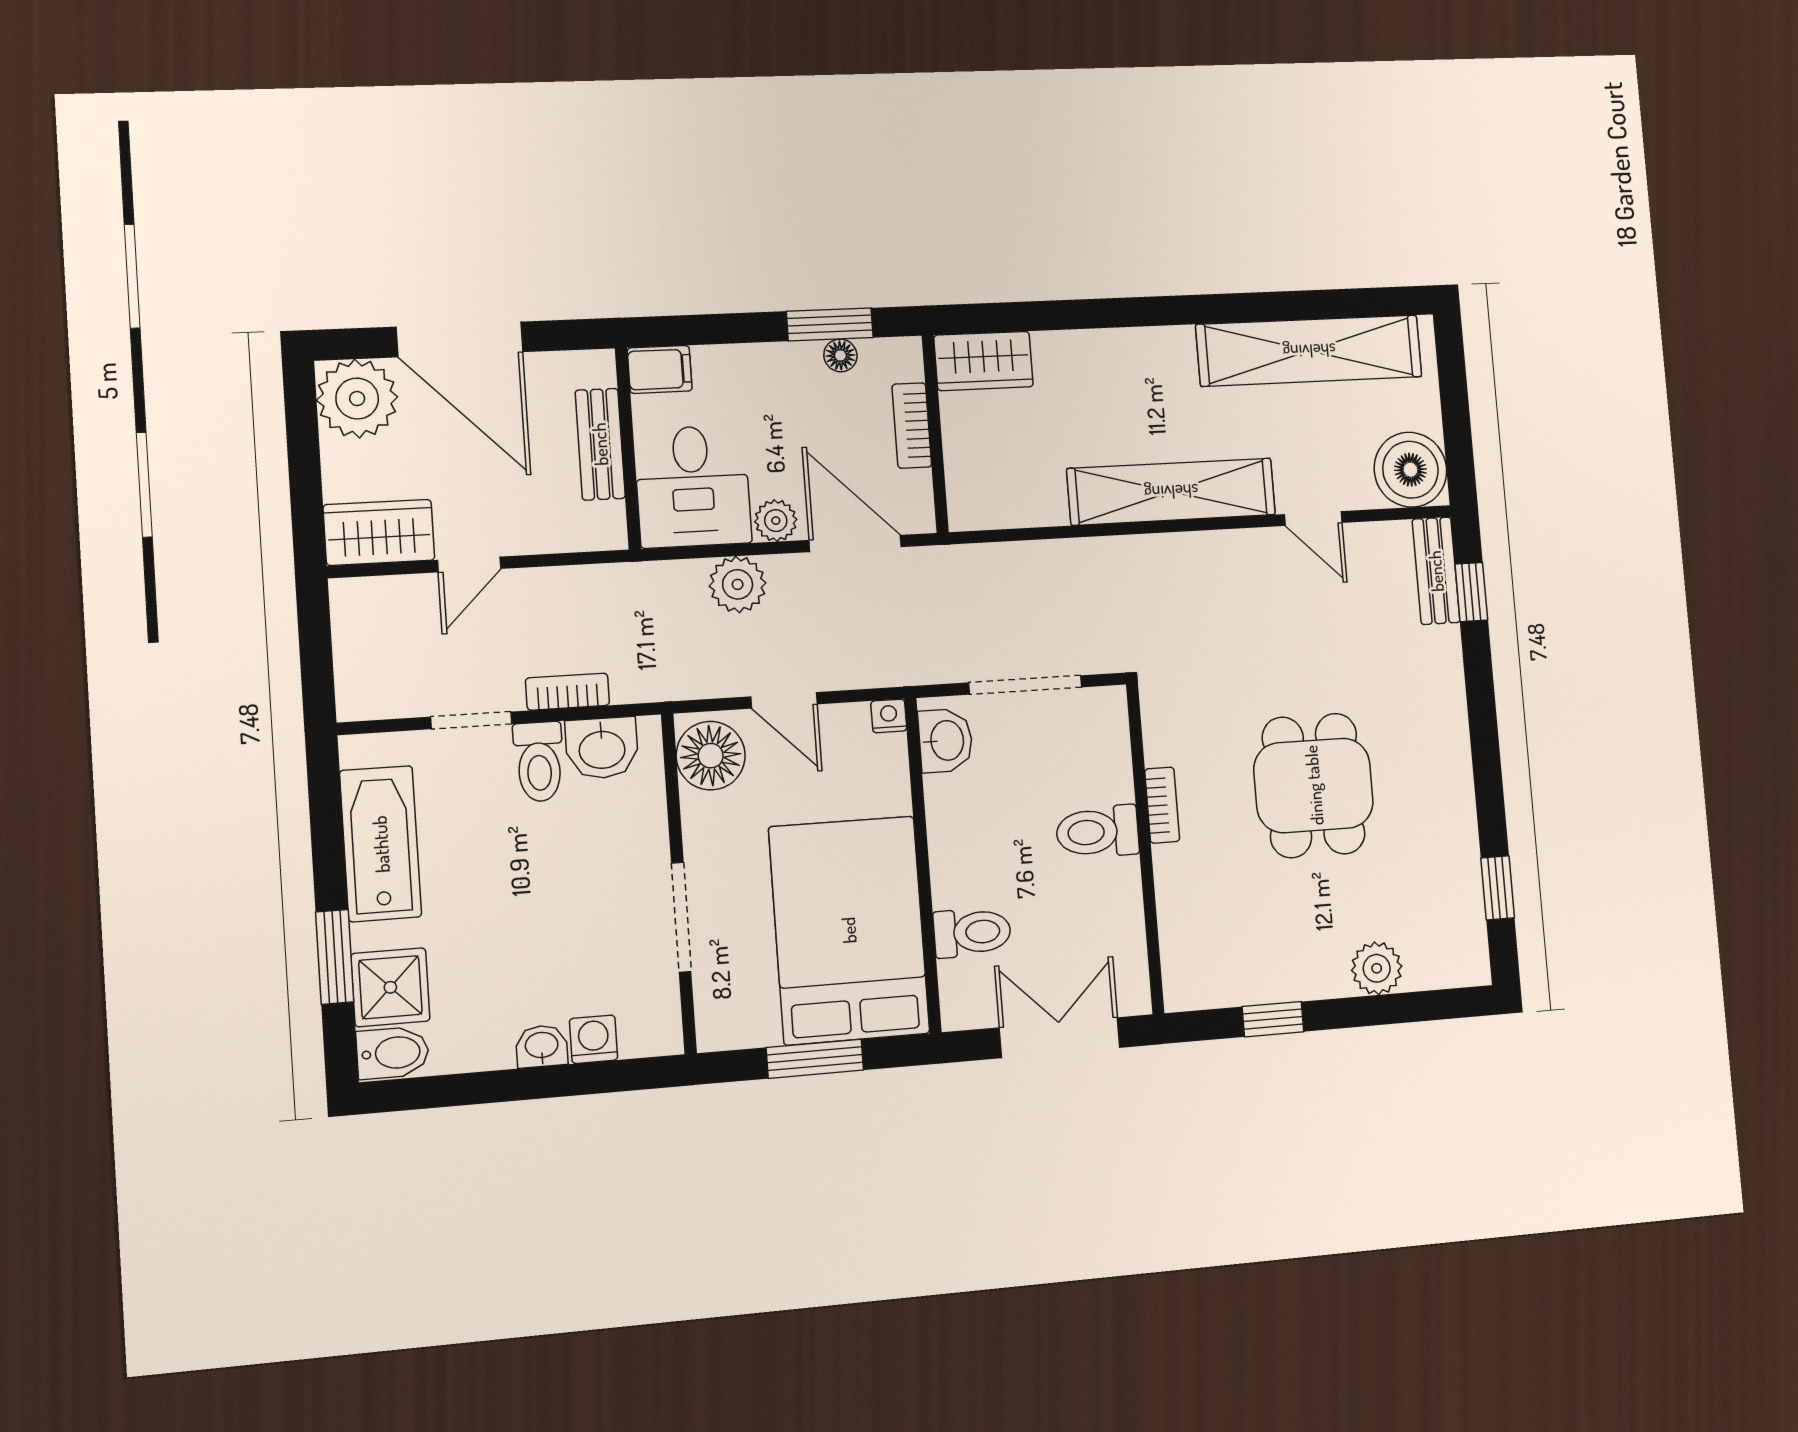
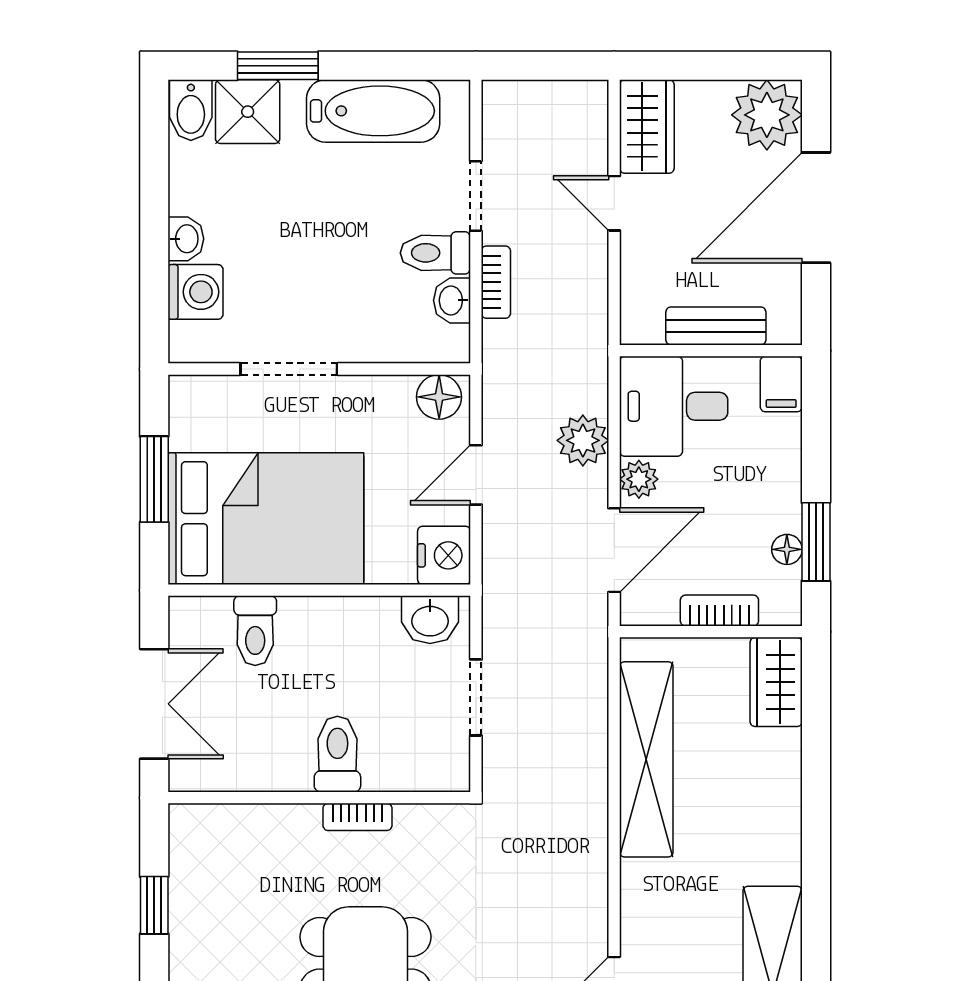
shelving: (1171, 492) -> (646, 759), moved
doorway: (1025, 685) -> (476, 697), width x0.73
nightstand: (889, 716) -> (444, 555), width x1.89, depth x1.79
washbasin: (602, 748) -> (452, 300), width x0.72, depth x0.69
floor lamp: (711, 756) -> (439, 397), width x0.73, depth x0.73
washing machine: (593, 1039) -> (195, 292), width x1.38, depth x1.38

